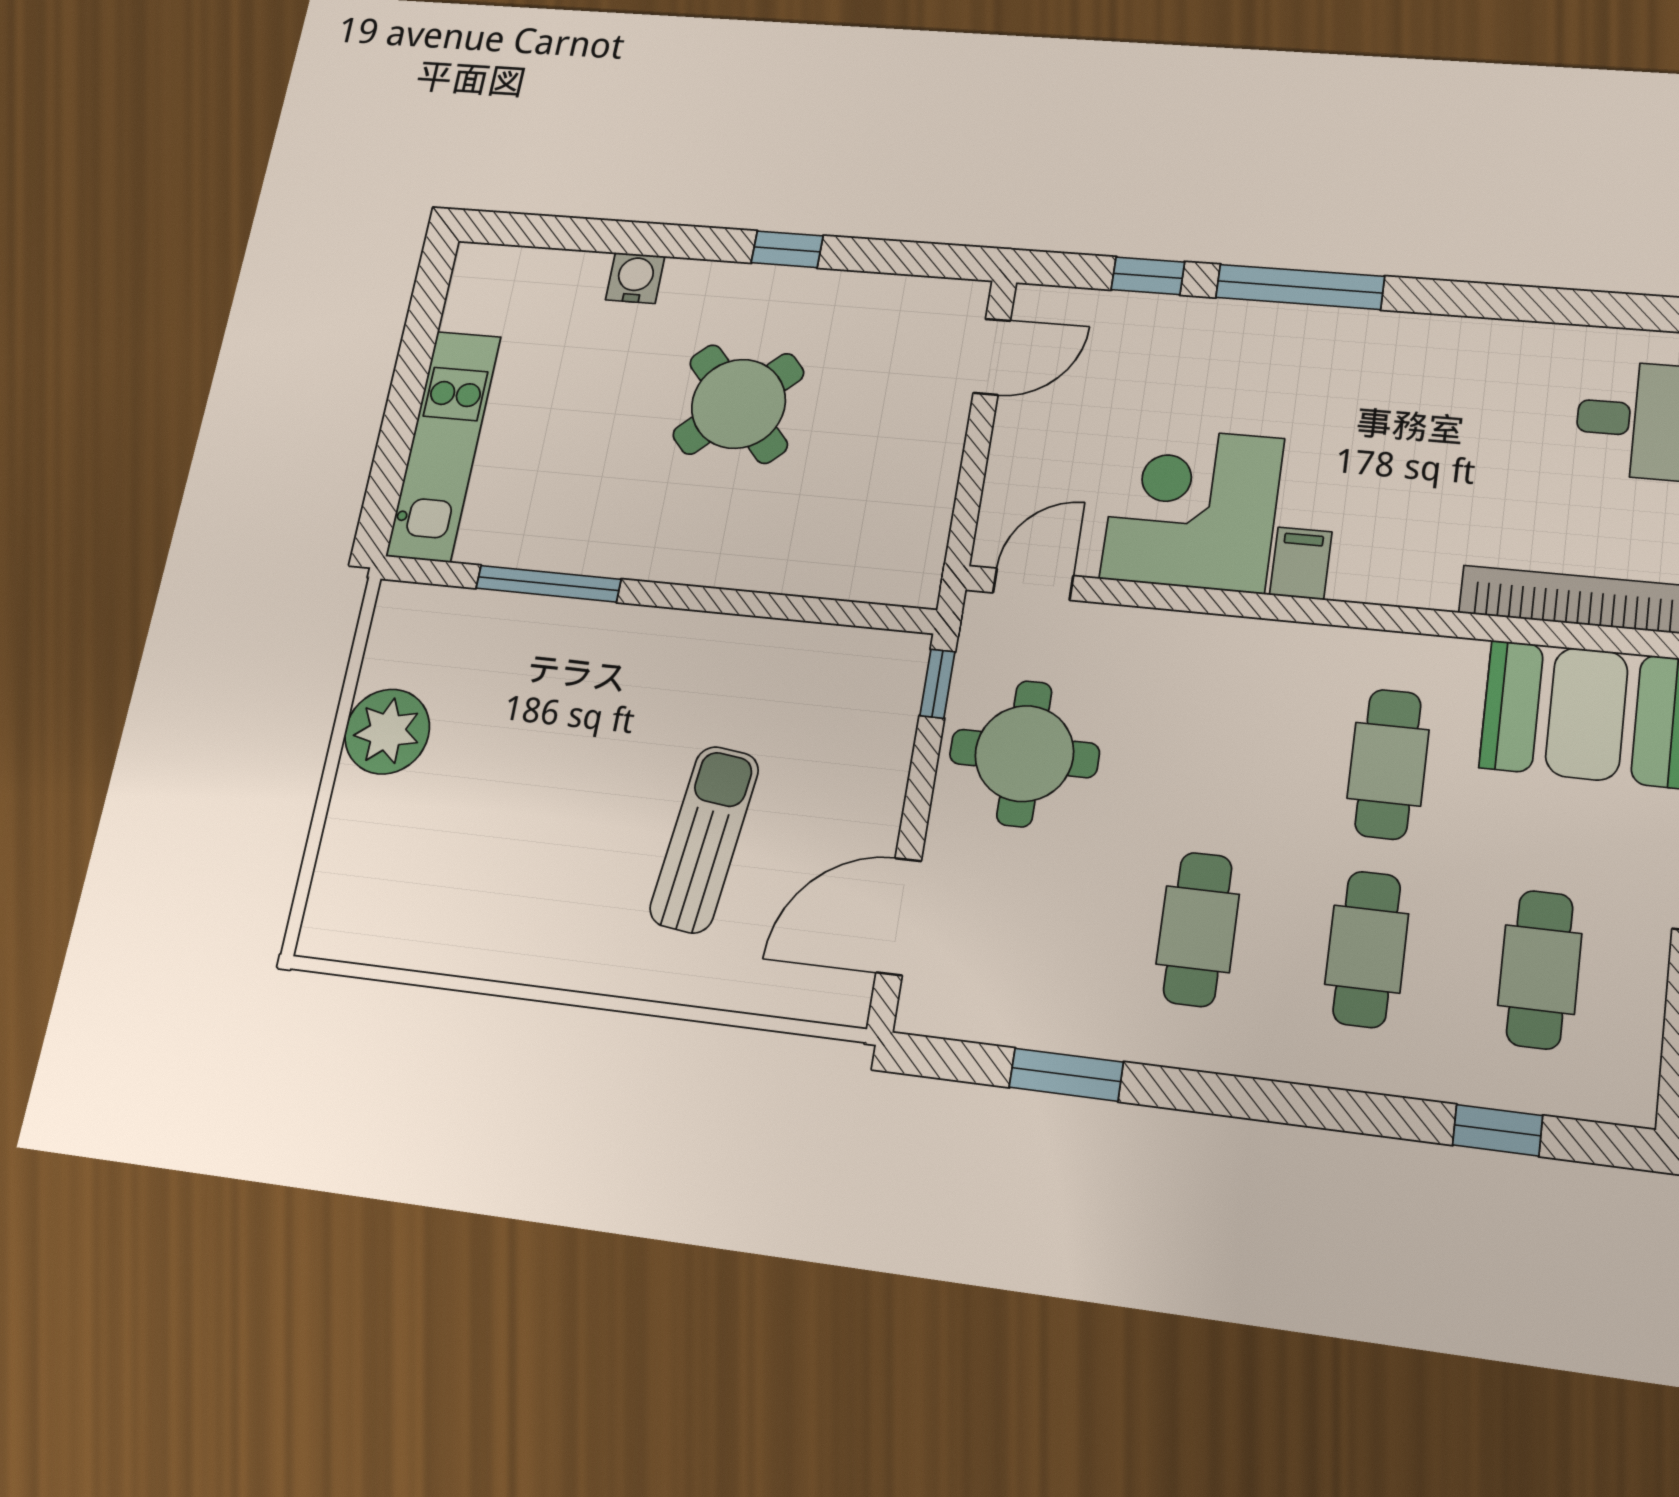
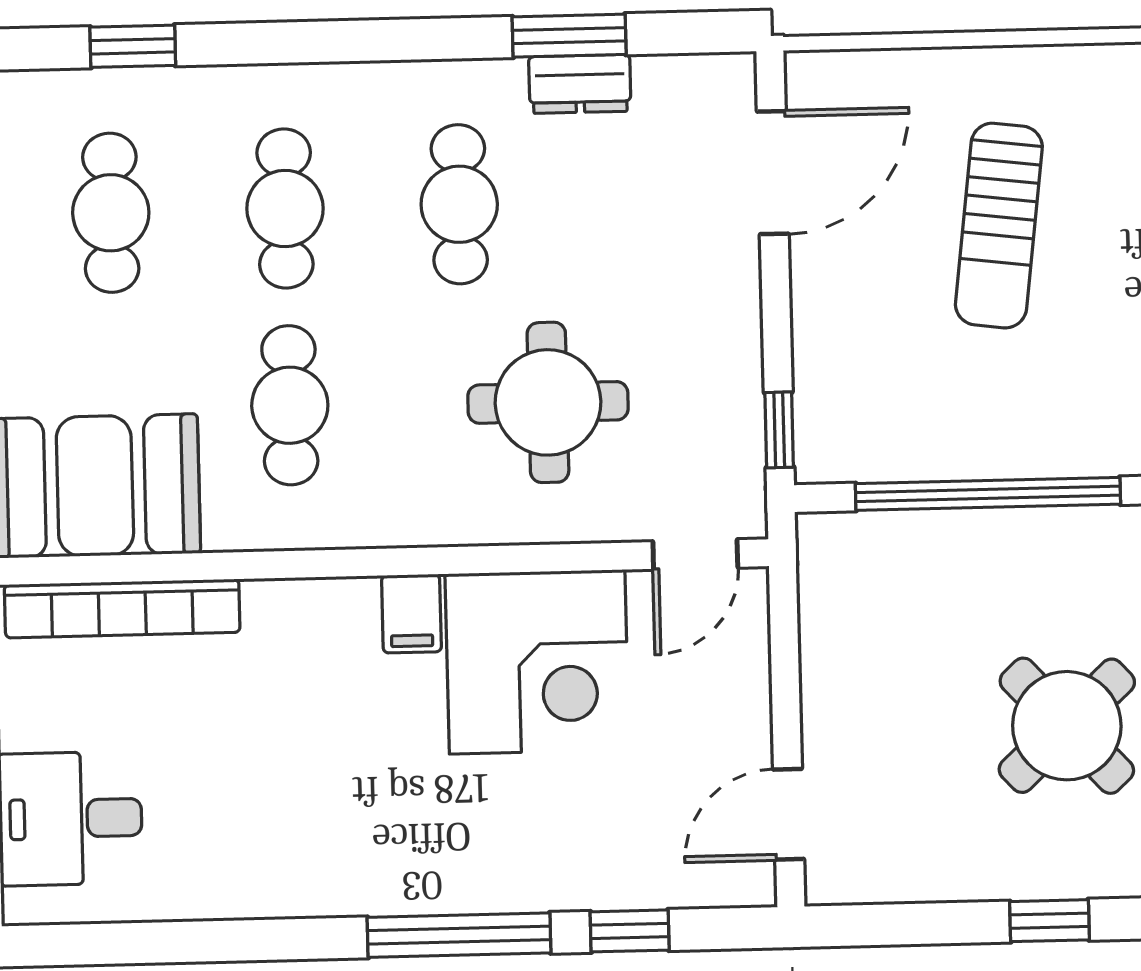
window: (764, 605) -> (988, 494), added
round table: (1024, 754) -> (548, 402), moved
dresser: (1064, 1027) -> (580, 84), added

